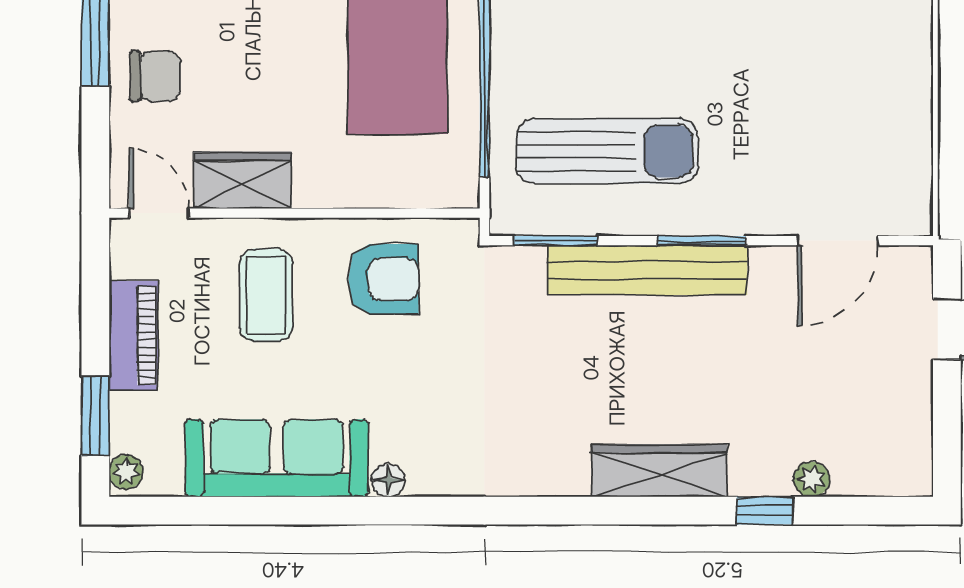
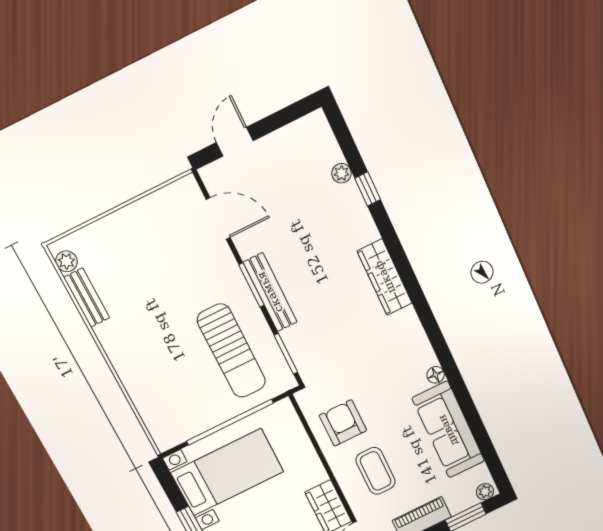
sun lounger: (607, 151) -> (231, 351), turned 180
bench: (647, 270) -> (270, 292), width x0.73, depth x0.82
coffee table: (266, 295) -> (376, 471), turned 90
wardrobe: (659, 471) -> (385, 277), moved

